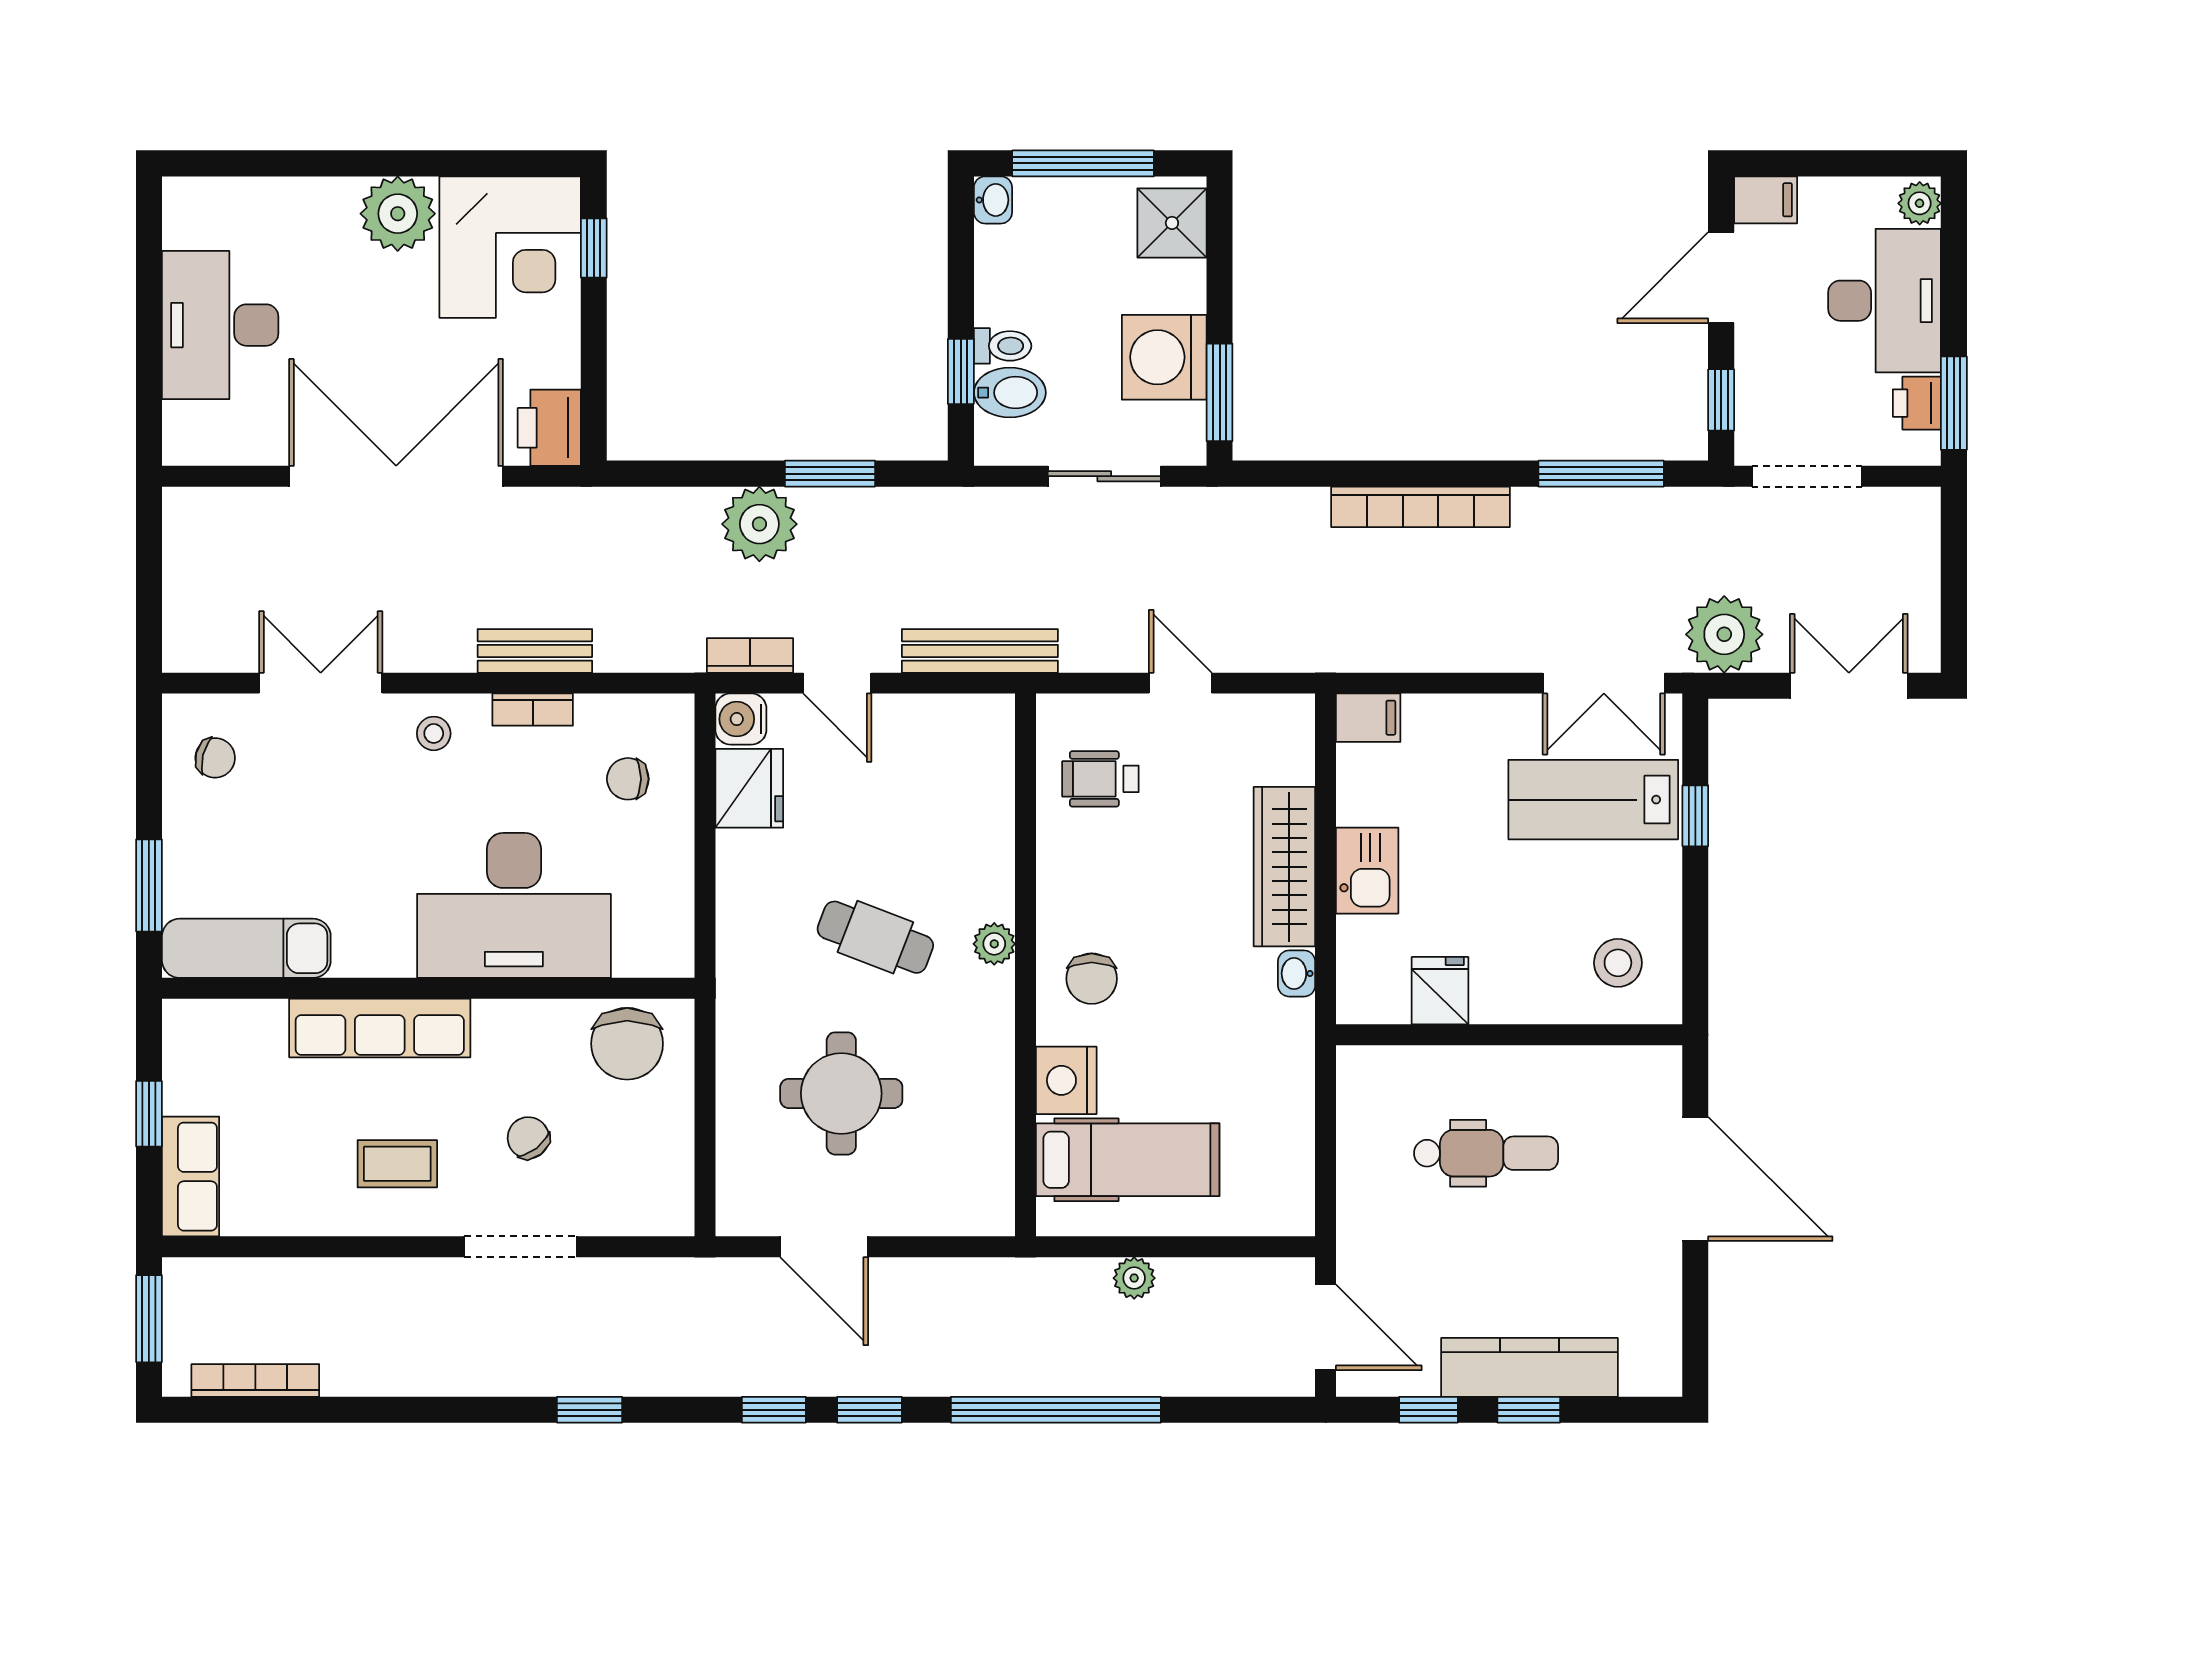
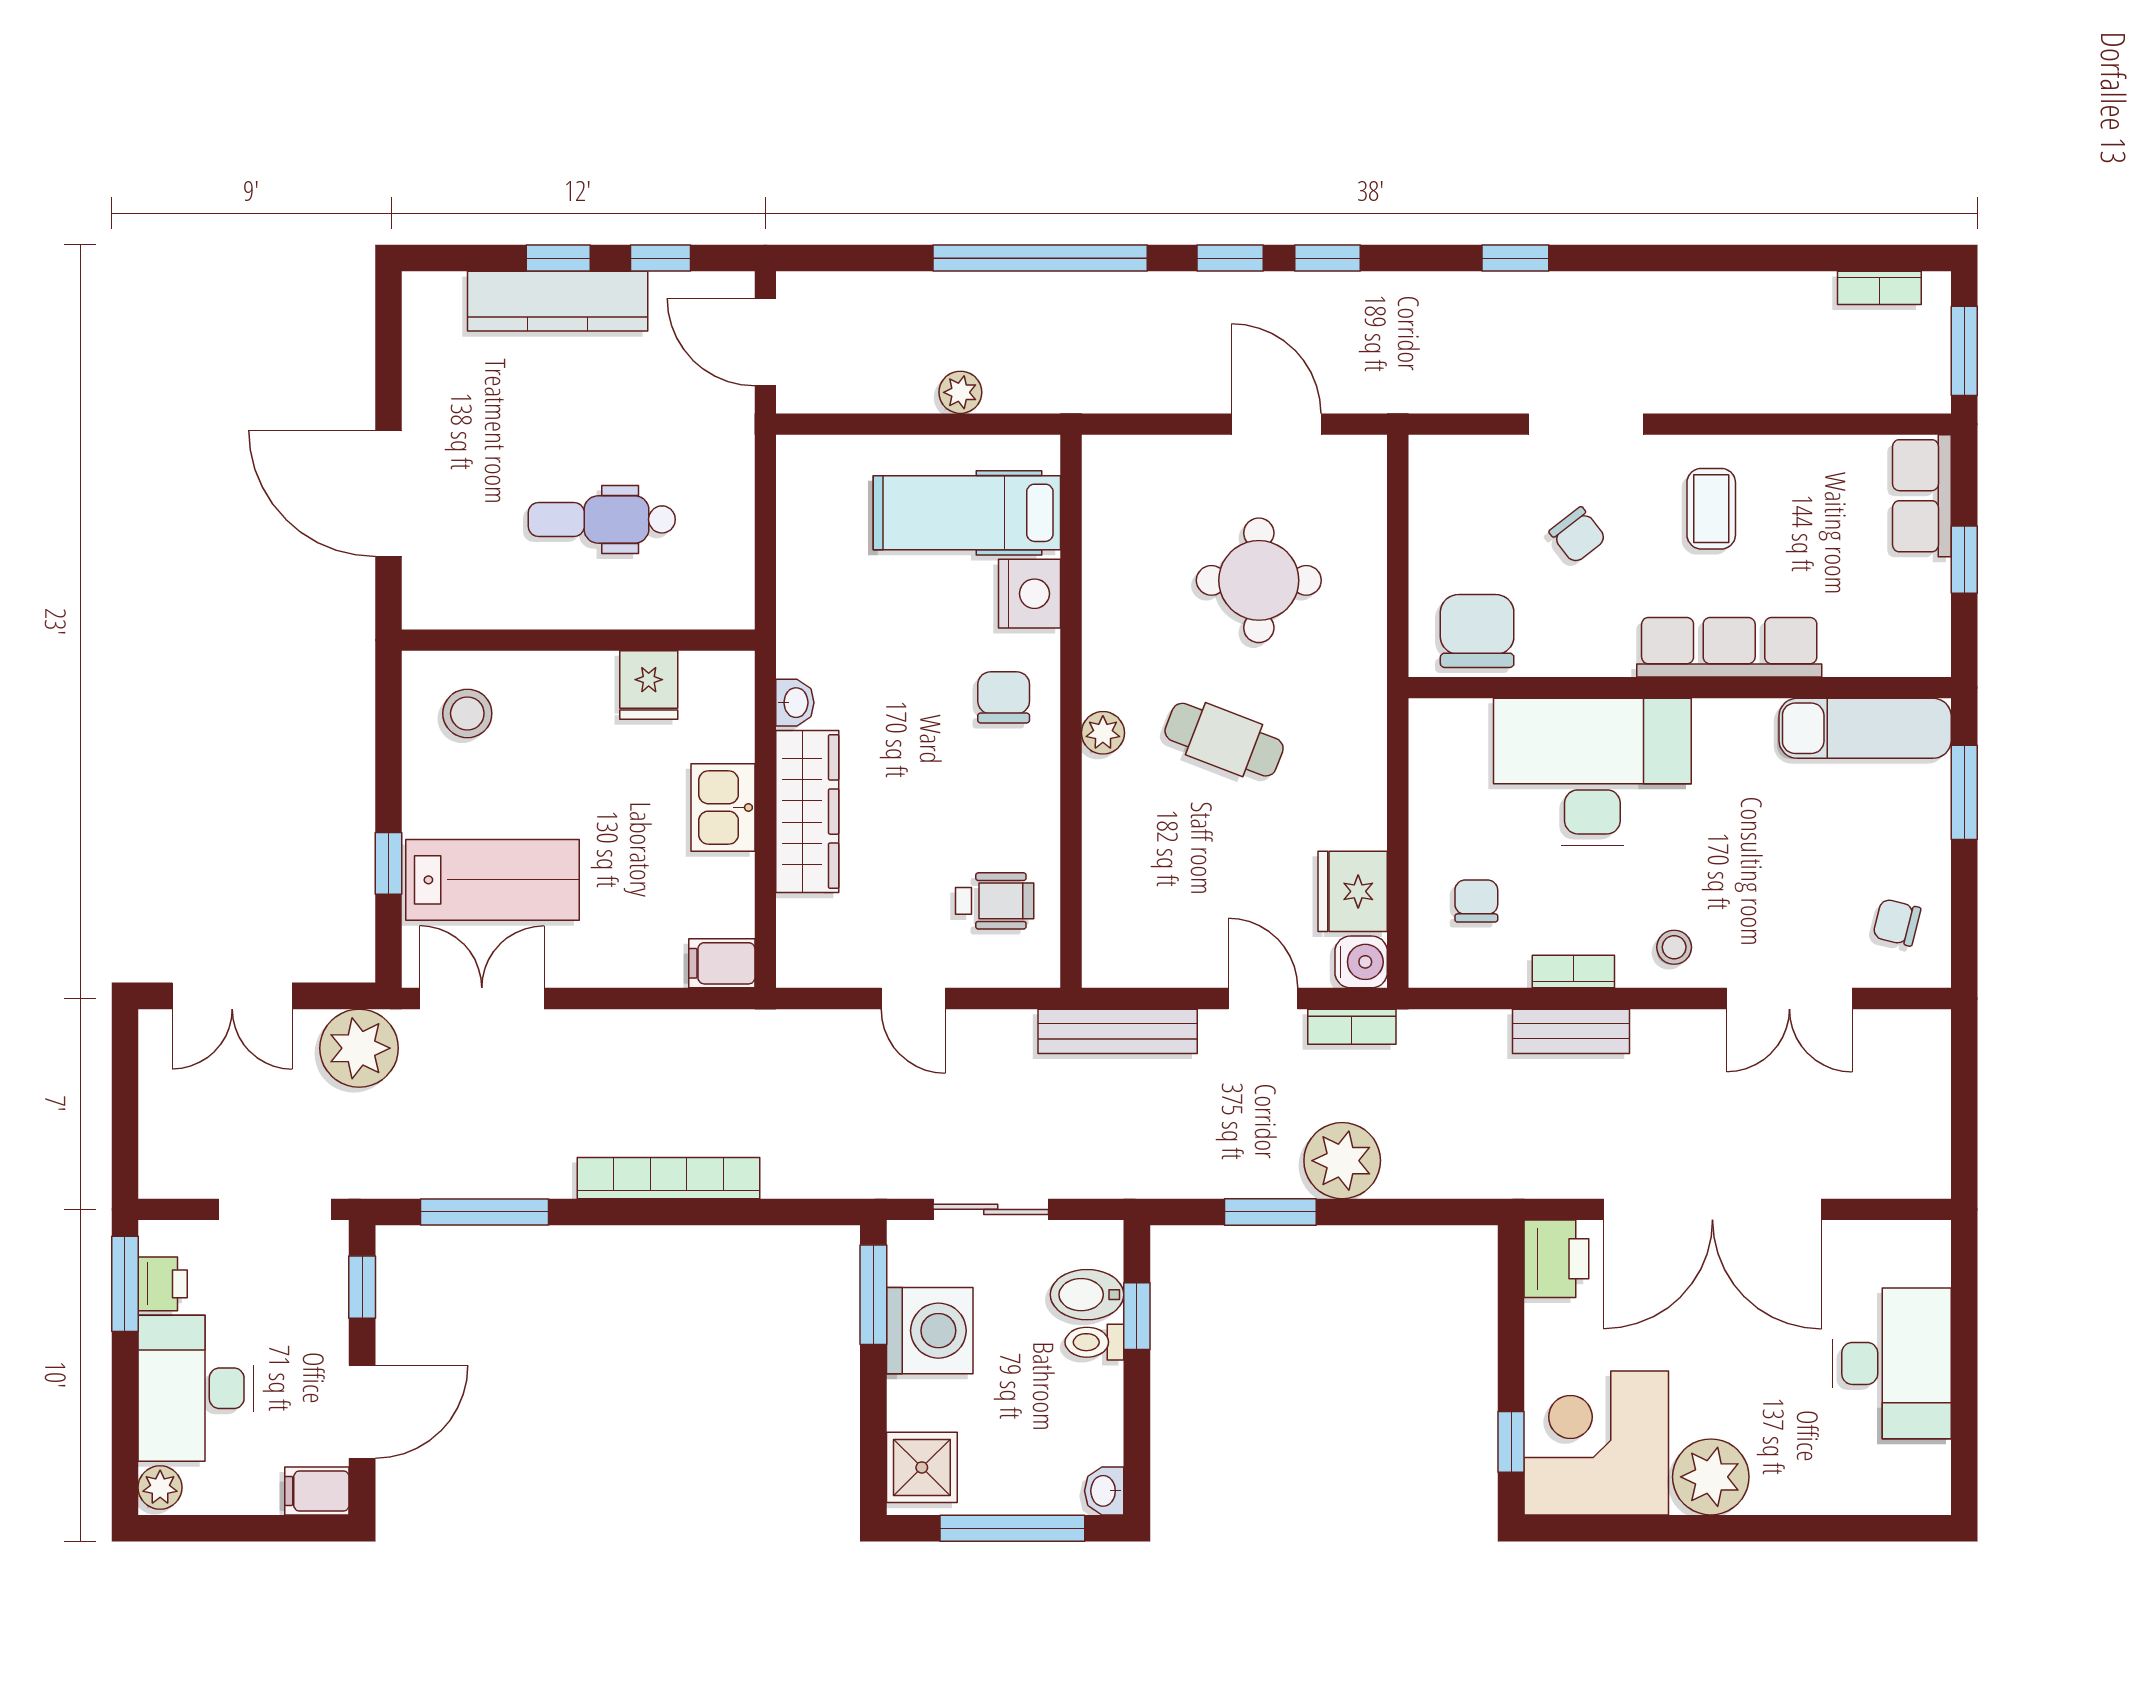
chair: (628, 779) -> (1476, 901), turned -90
coffee table: (397, 1164) -> (1711, 509), turned 90
bookcase: (255, 1380) -> (1879, 288), width x0.64

